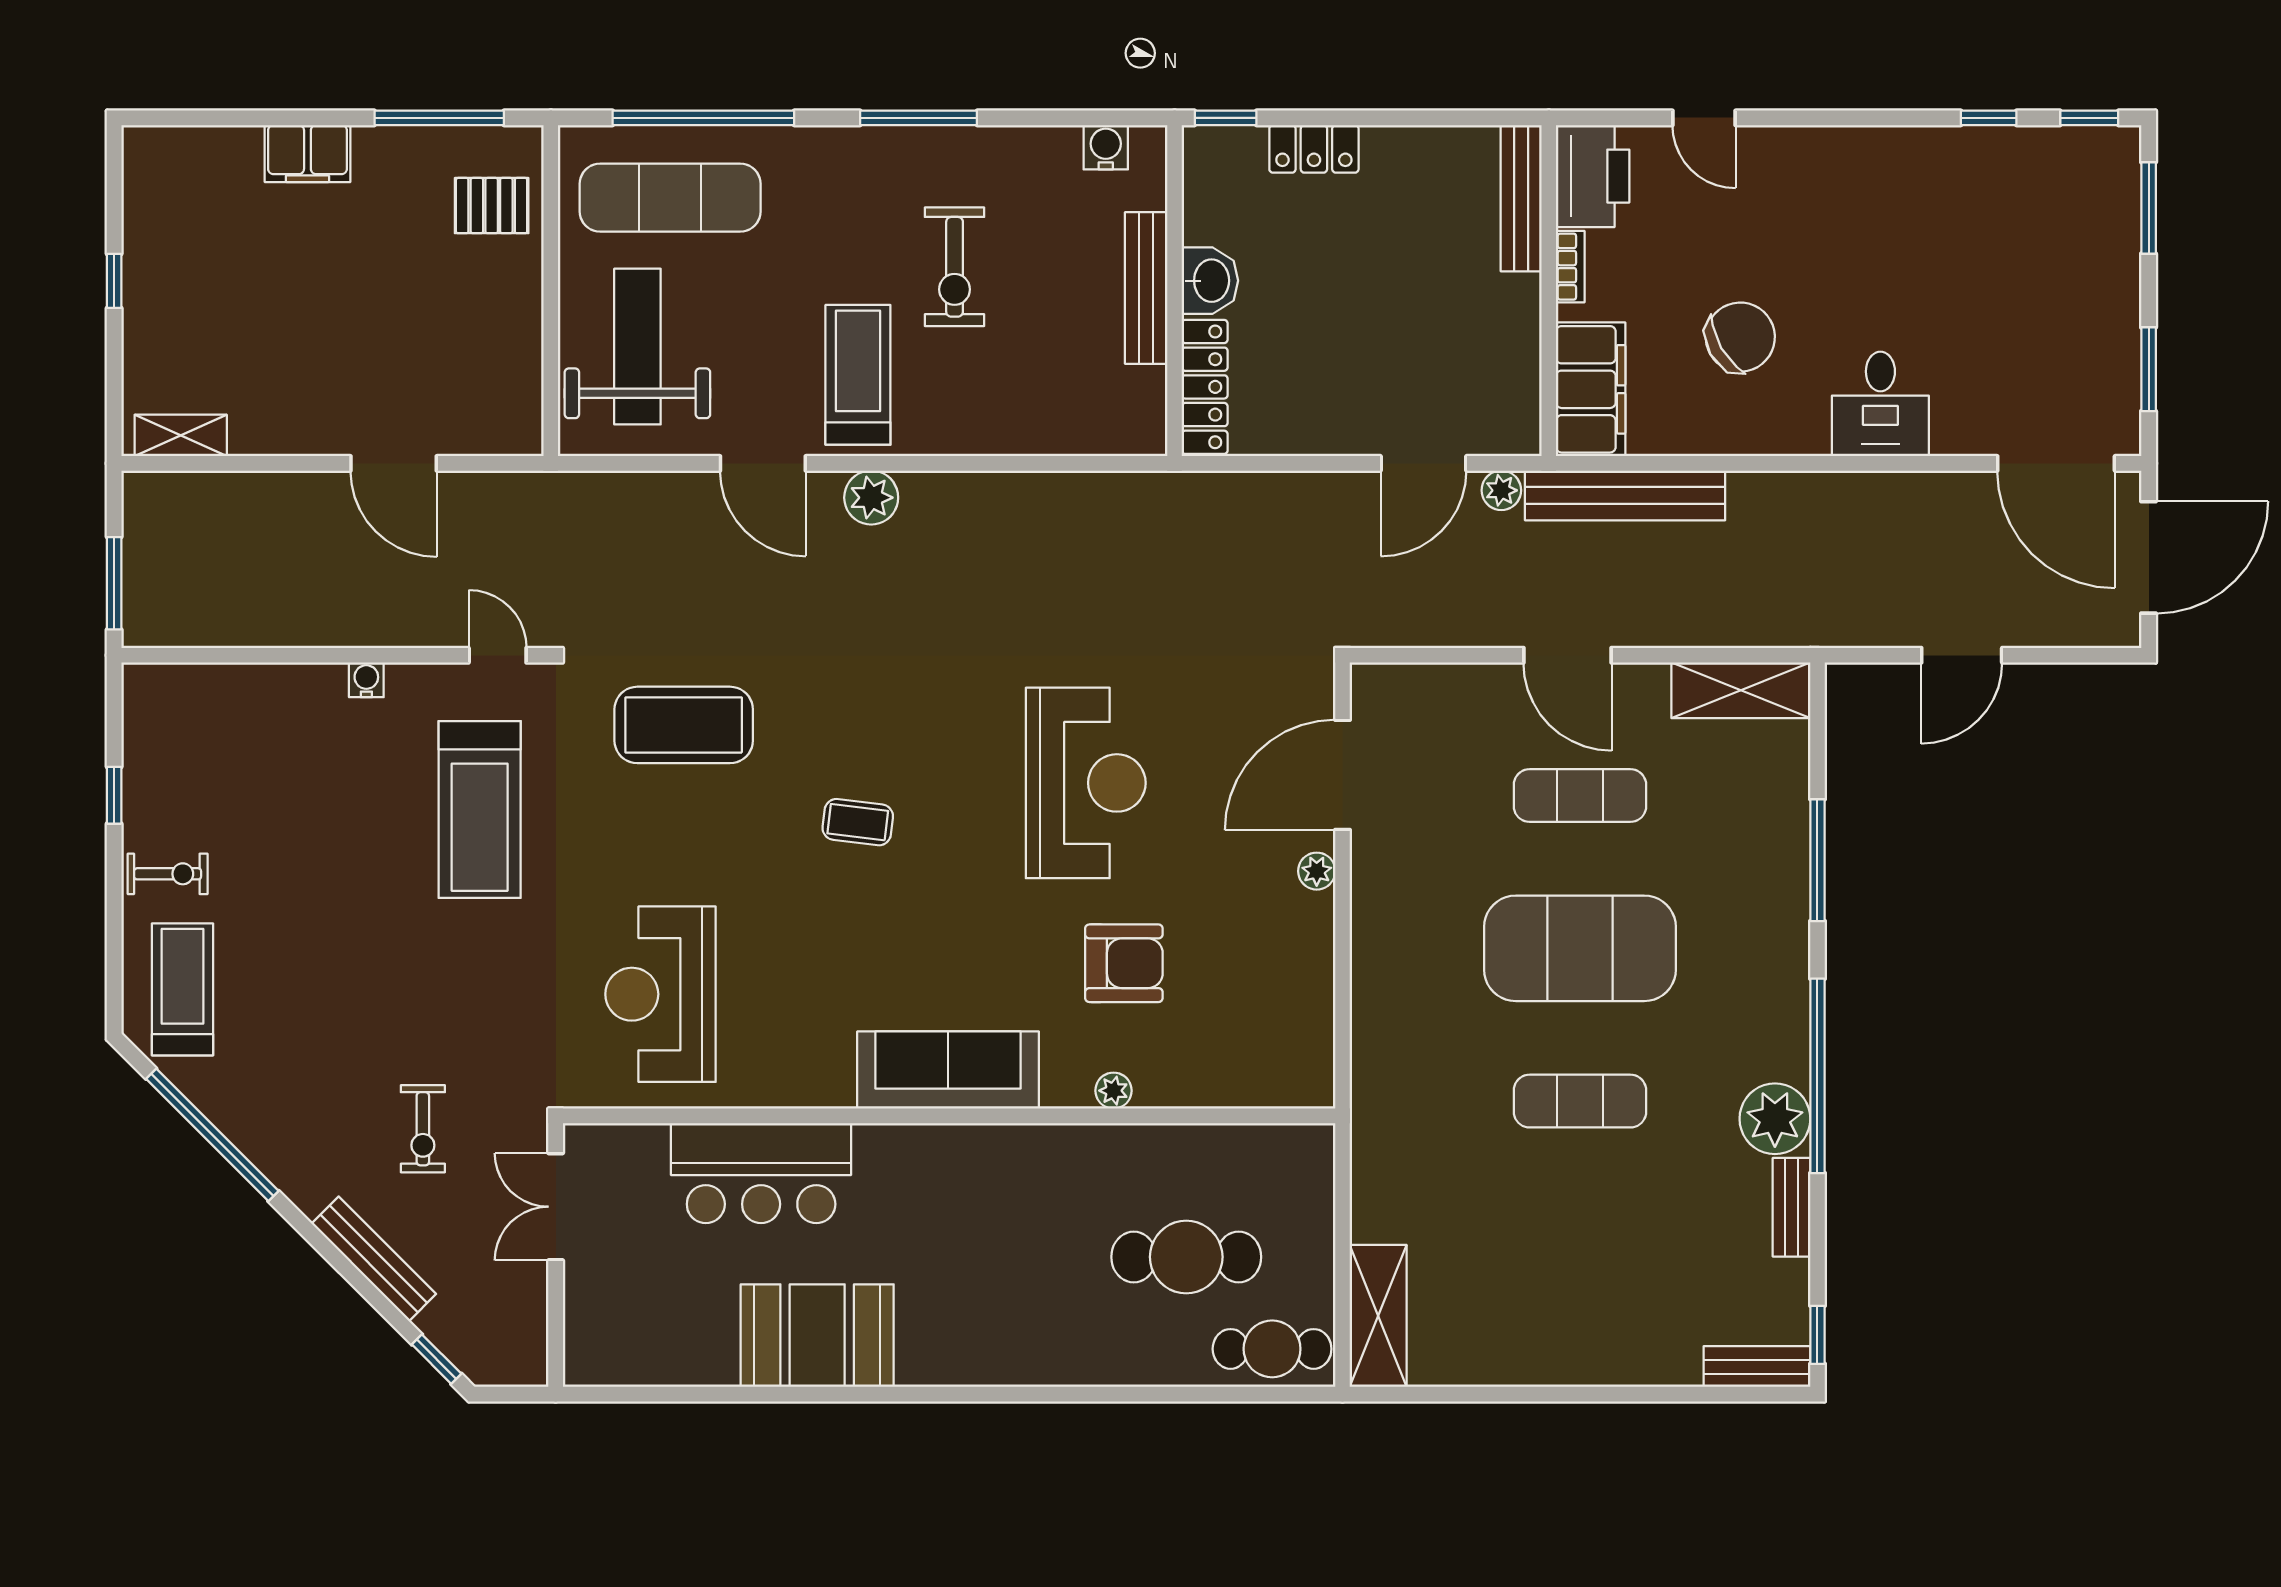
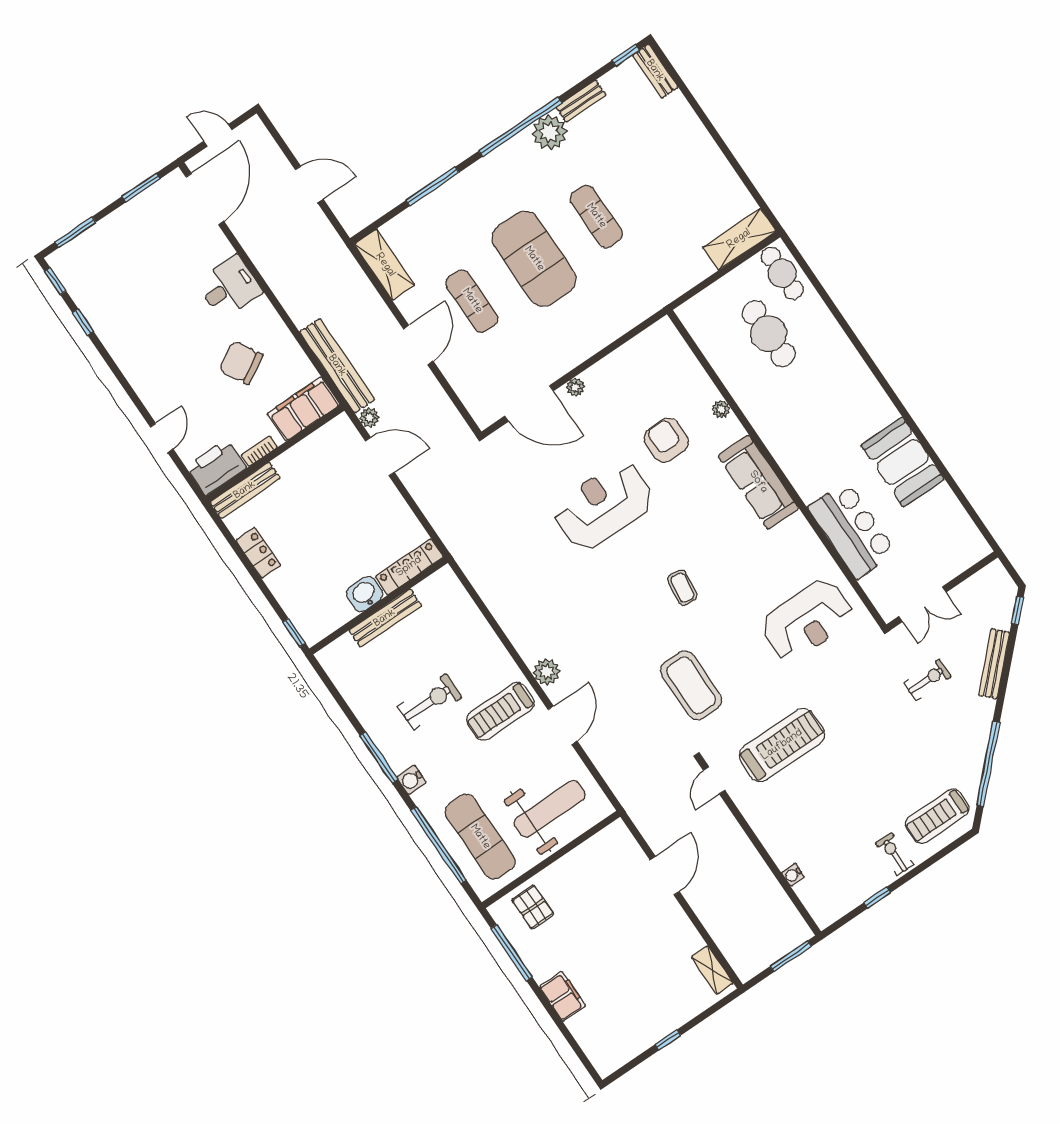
water cooler: (1106, 147) -> (412, 780), moved
locker: (1314, 149) -> (258, 553), moved
weight bench: (637, 347) -> (550, 809), turned 180
door: (2149, 557) -> (218, 135), width x0.53
water cooler: (366, 680) -> (793, 875), moved

